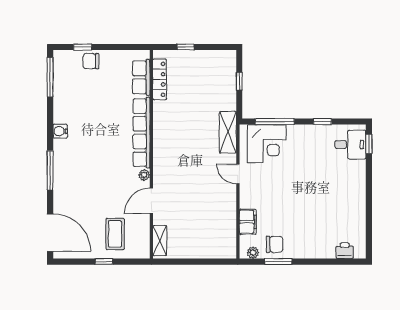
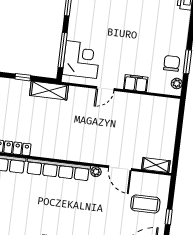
shelving: (228, 132) -> (49, 91), moved
filing cabinet: (248, 222) -> (136, 83), moved

